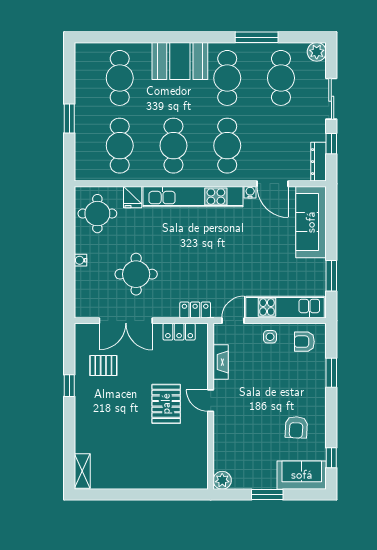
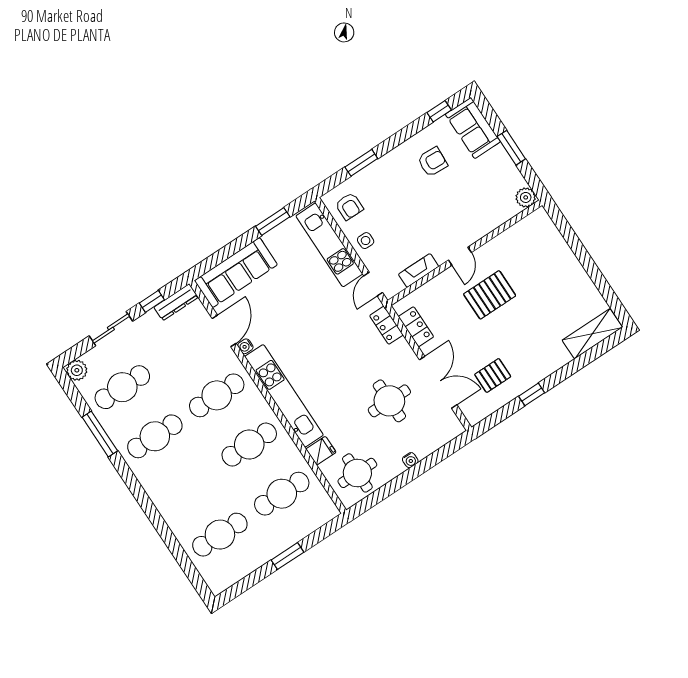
booth: (180, 61) -> (168, 490), removed
door: (233, 321) -> (373, 284), hinge flipped
pallet: (103, 366) -> (493, 375), turned 90
shelving: (82, 471) -> (592, 334), width x1.50, depth x1.33

